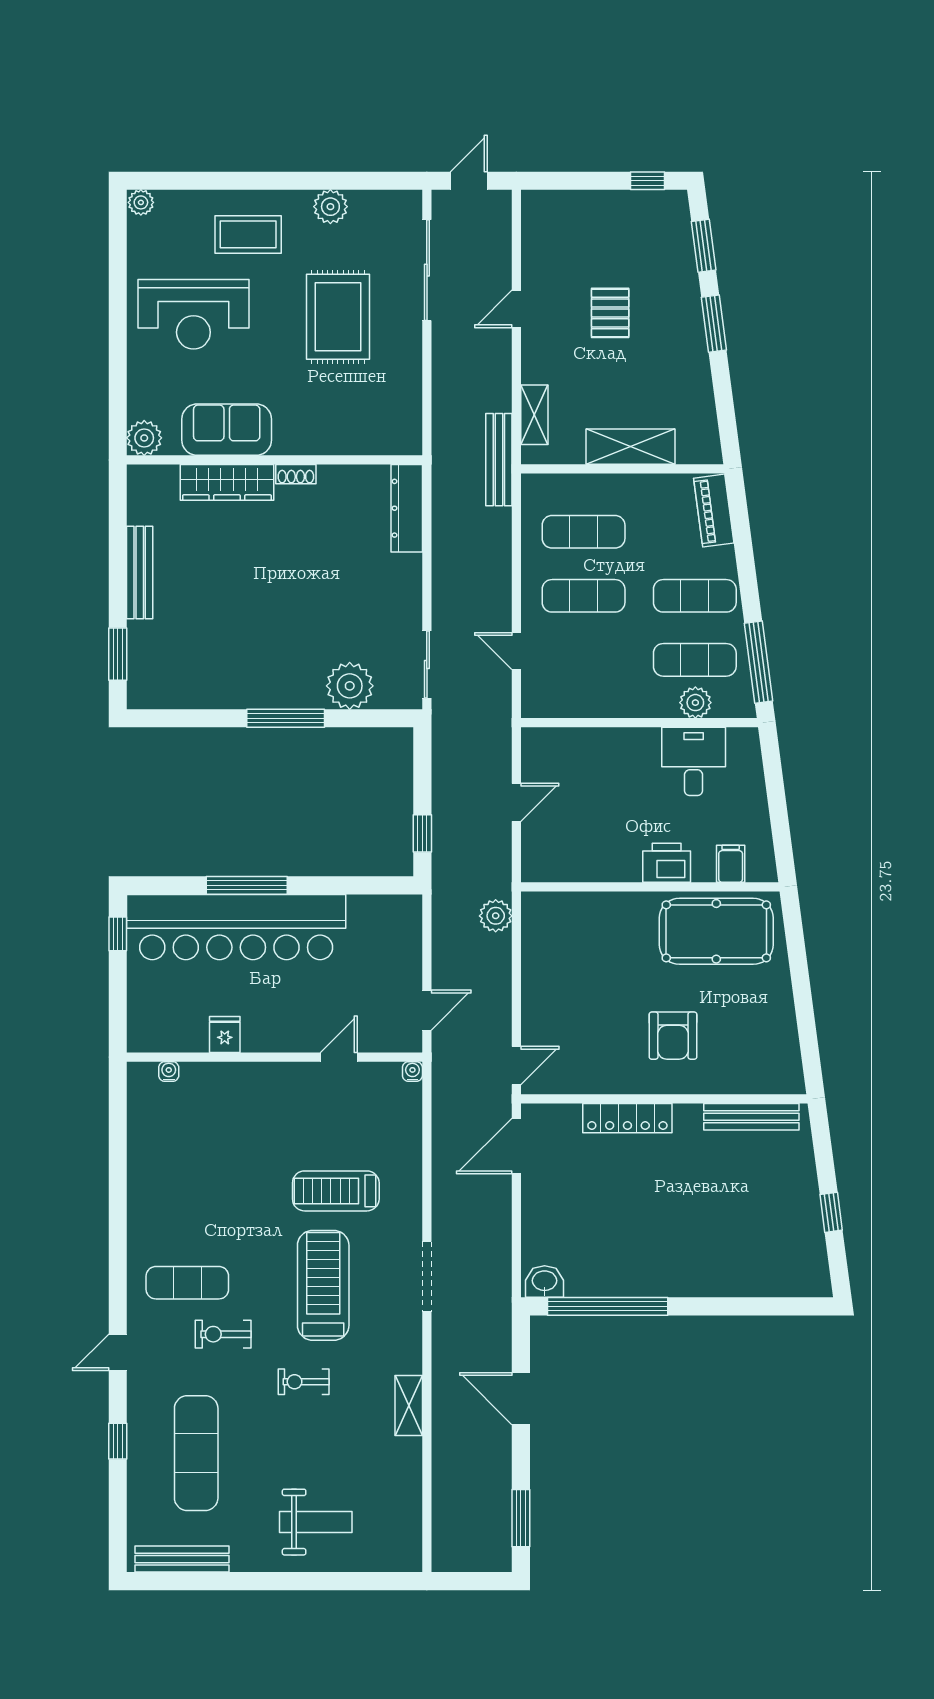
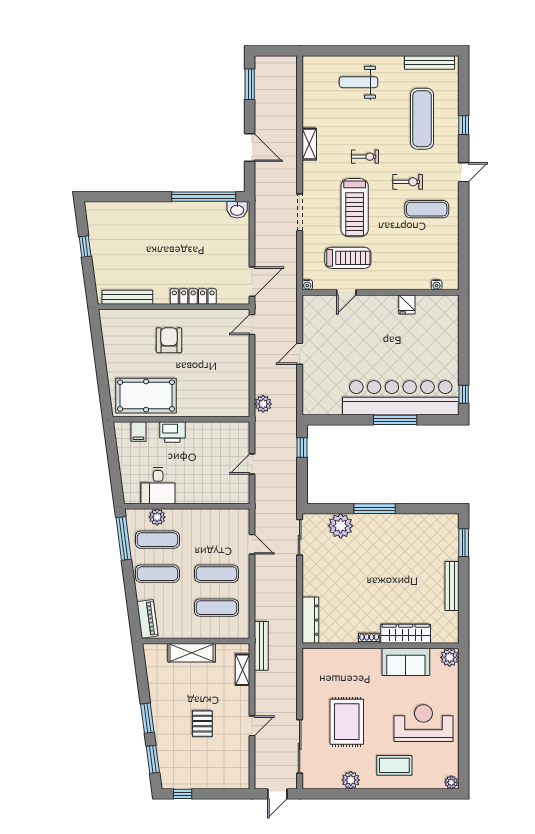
fridge: (225, 1035) -> (407, 304), moved
wall: (275, 1057) -> (380, 292), moved
door: (339, 1057) -> (346, 292), moved
water cooler: (169, 1071) -> (437, 285), moved
water cooler: (412, 1071) -> (307, 285), moved

